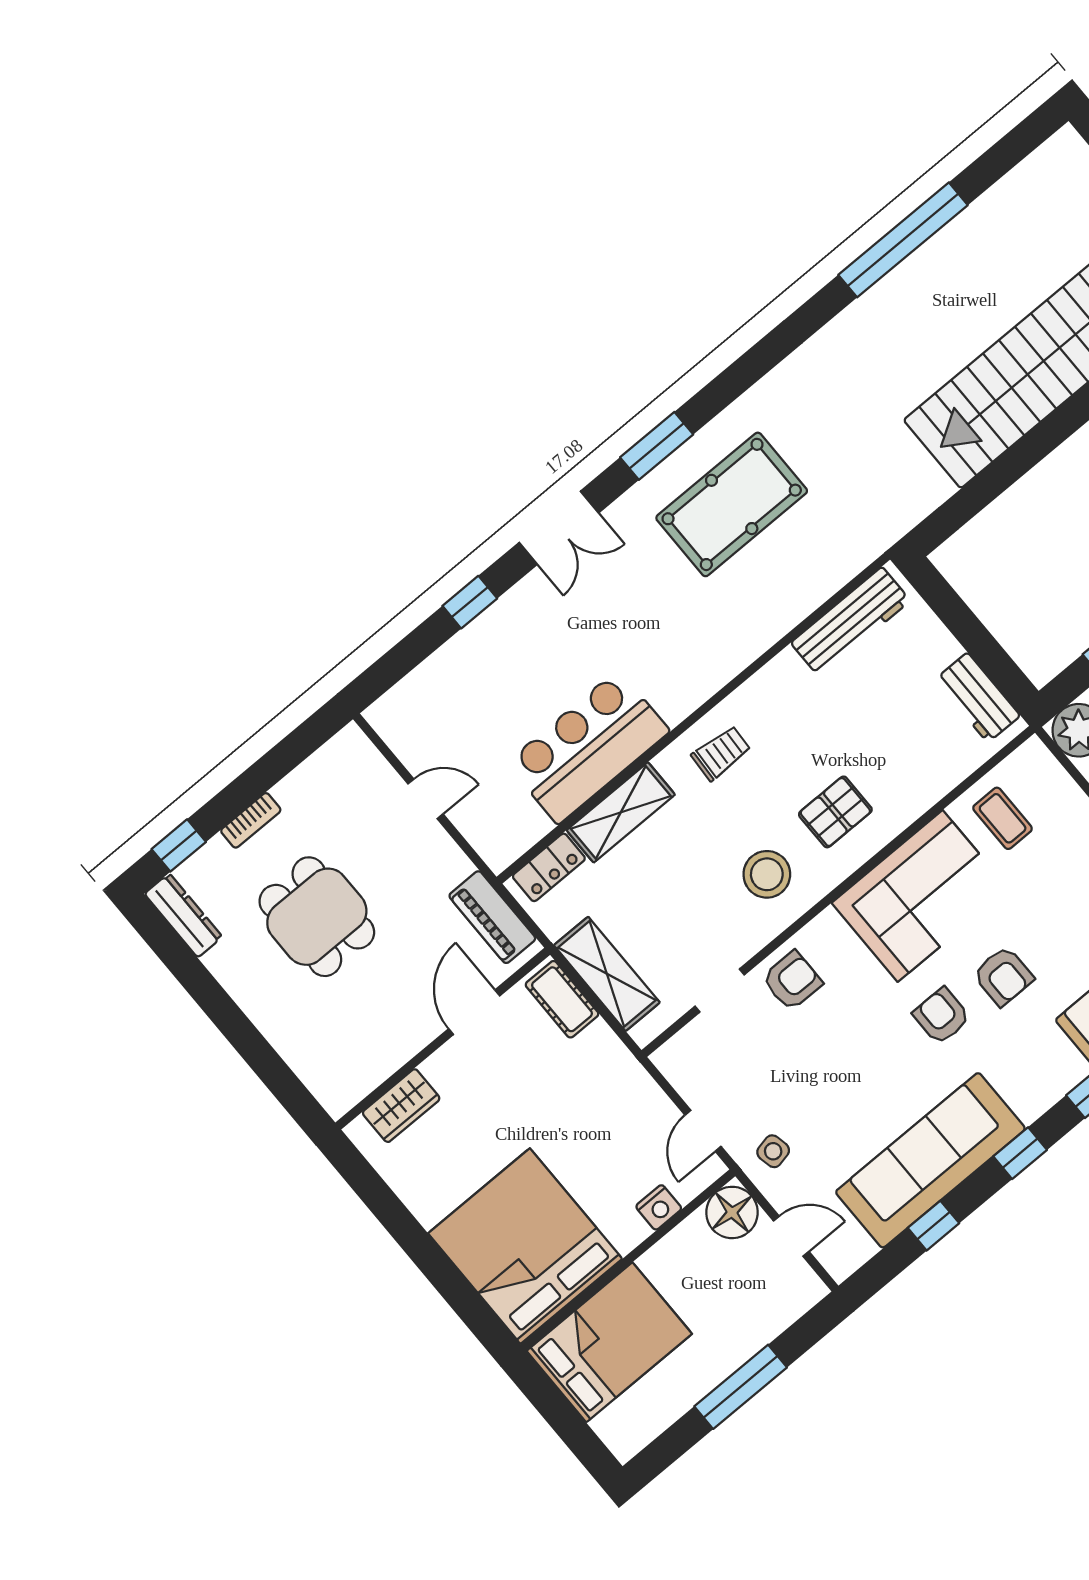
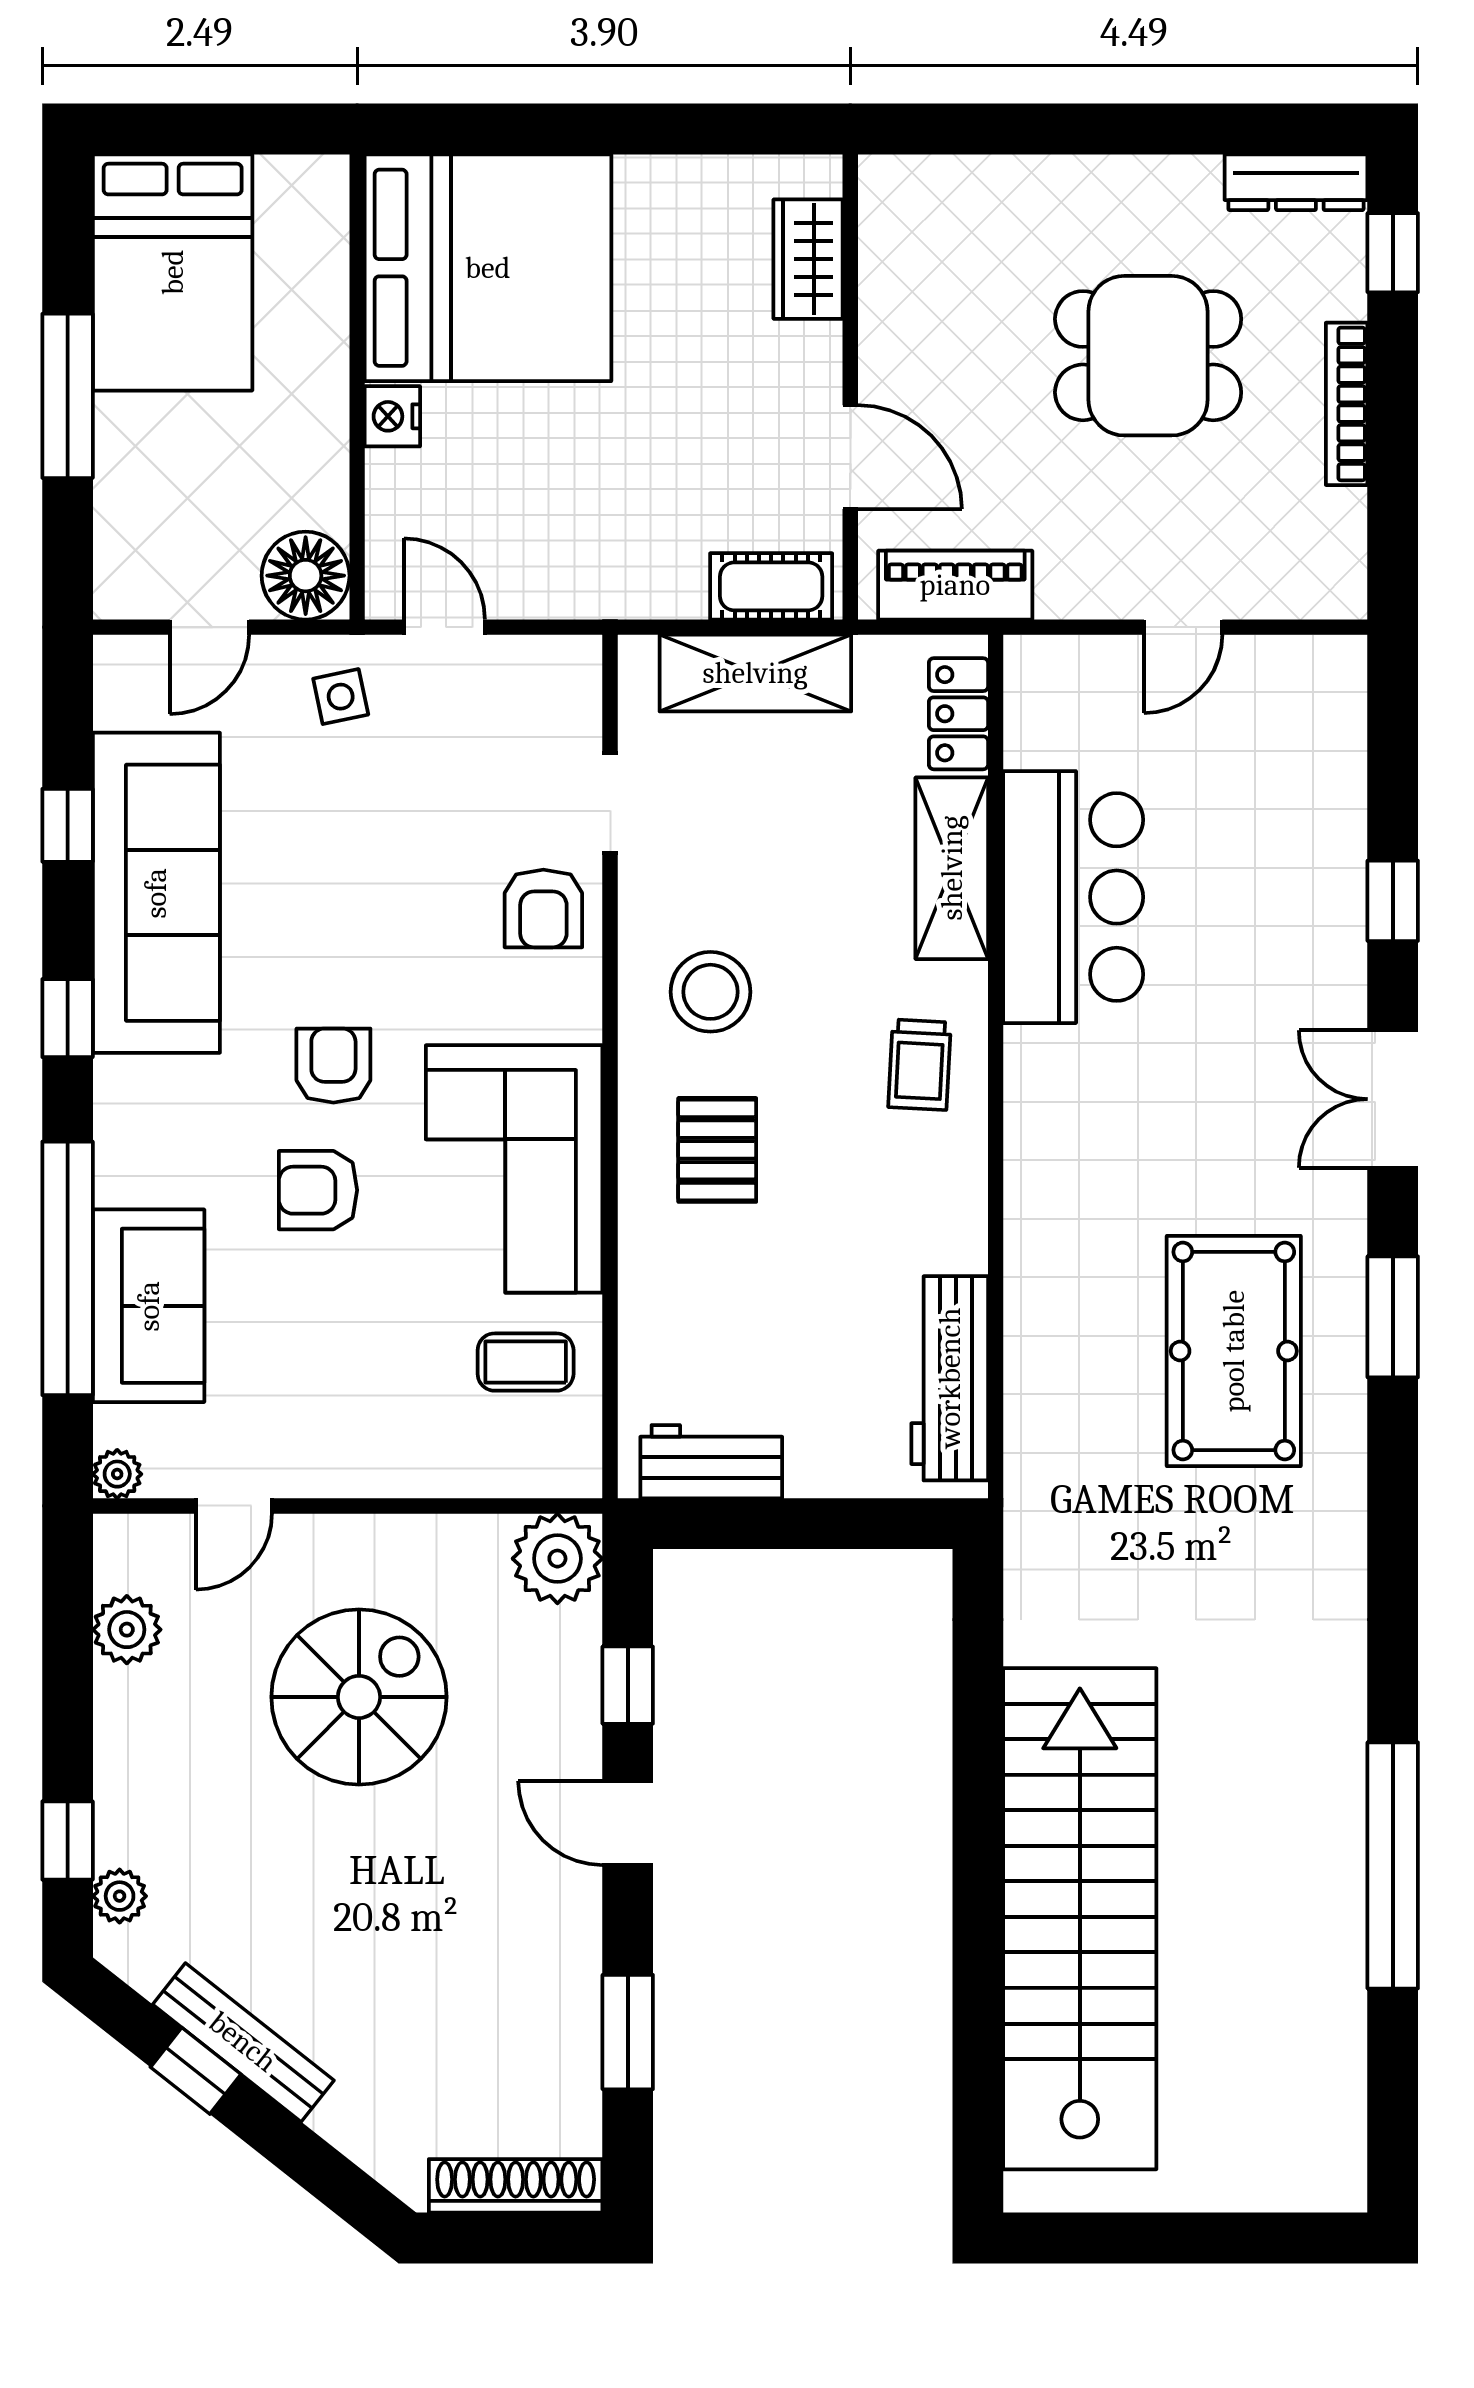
bookcase: (251, 820) -> (1347, 404), width x1.56
armchair: (942, 1016) -> (333, 1066), turned -90
nightstand: (659, 1207) -> (392, 416), moved
bed: (609, 1342) -> (173, 272), moved

